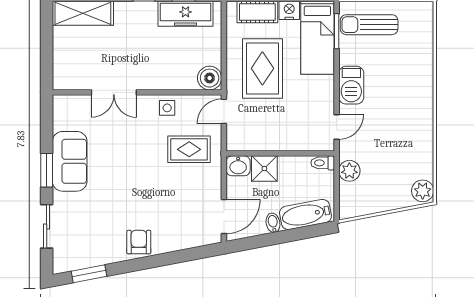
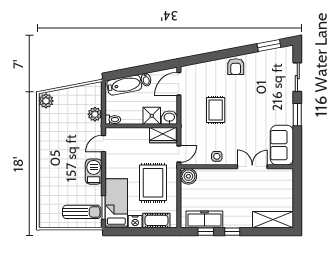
wardrobe: (248, 140) -> (163, 135), added
rug: (189, 149) -> (216, 110), moved, turned 90
sofa: (70, 161) -> (282, 145), moved

